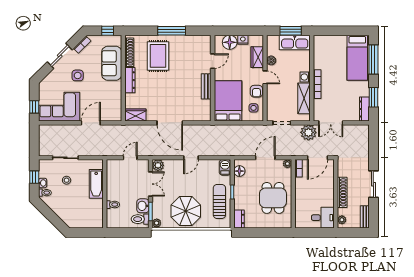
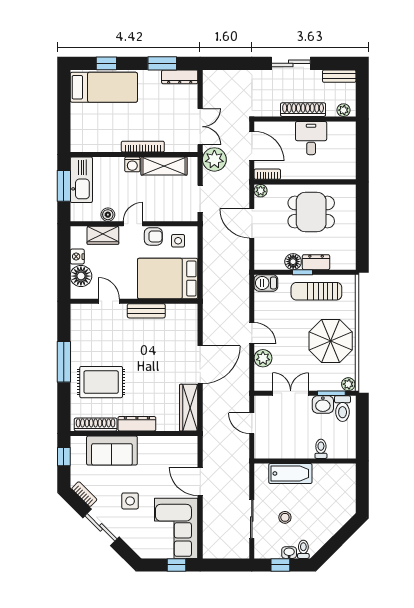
window: (373, 60) -> (106, 63), width x0.46
wardrobe: (135, 115) -> (189, 408), width x1.50
plant: (158, 165) -> (263, 358), moved
floor lamp: (239, 171) -> (293, 262), moved
desk: (323, 218) -> (311, 138), moved
dresser: (239, 219) -> (316, 262), moved

